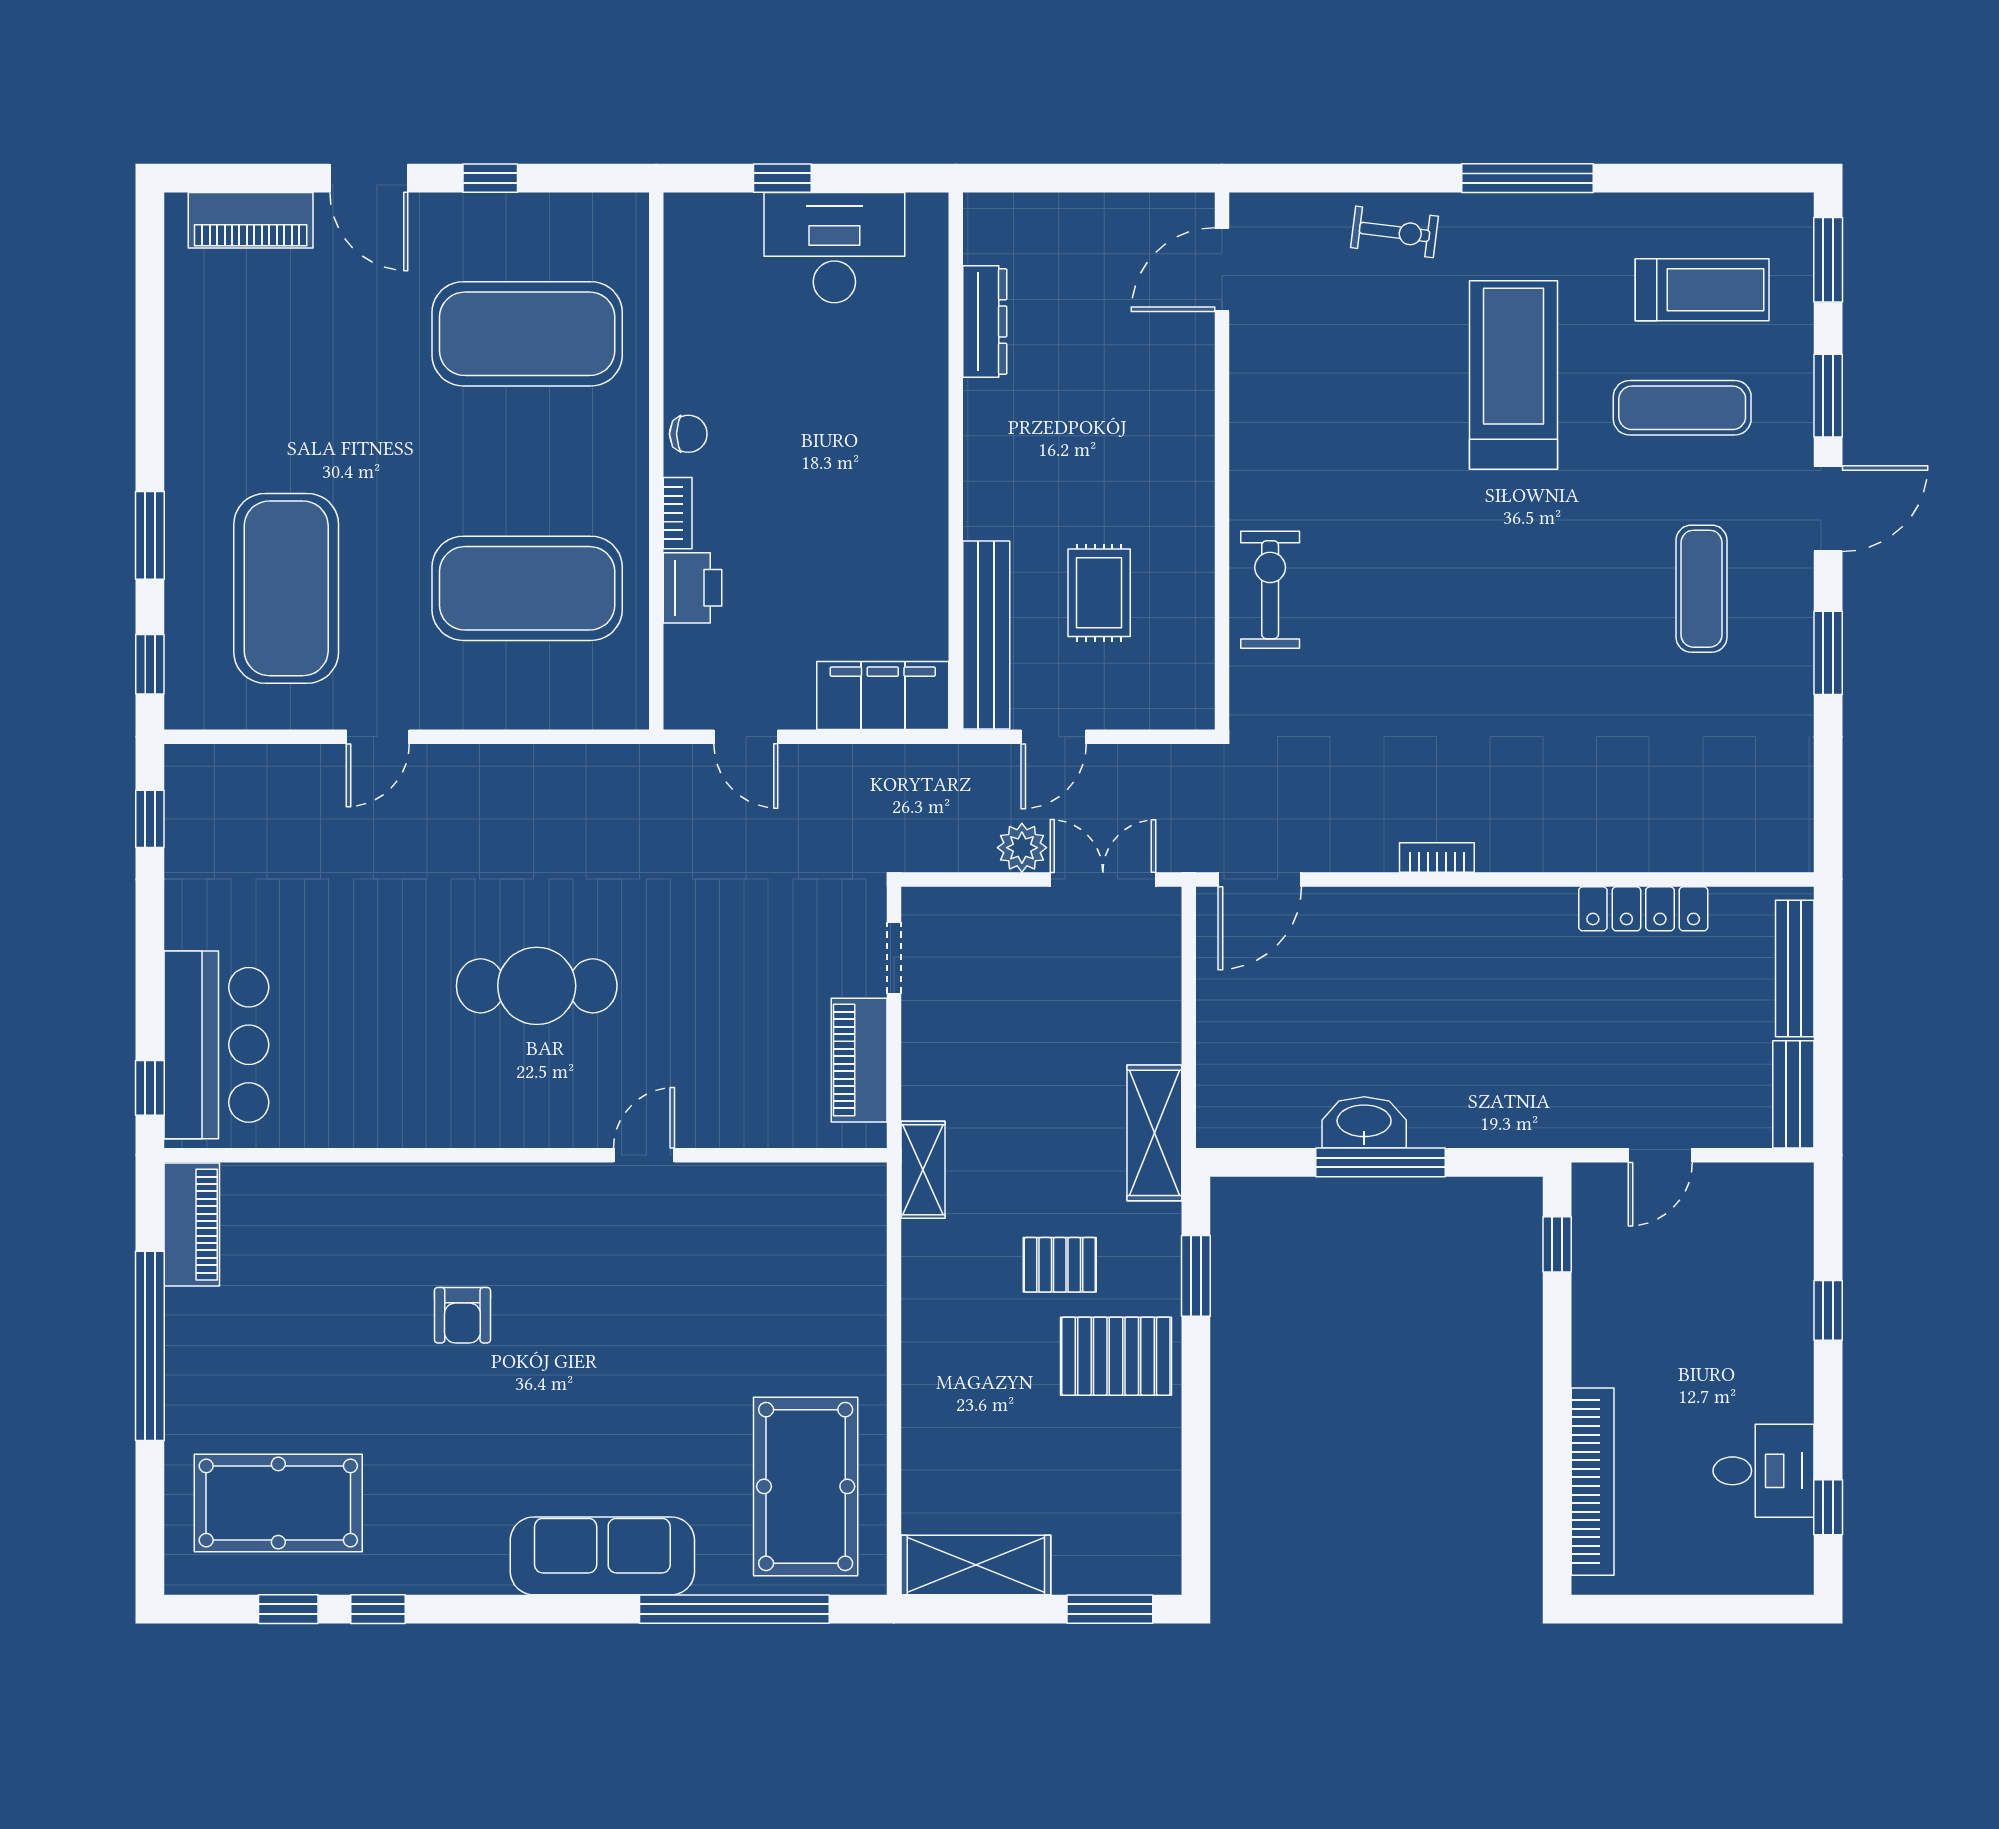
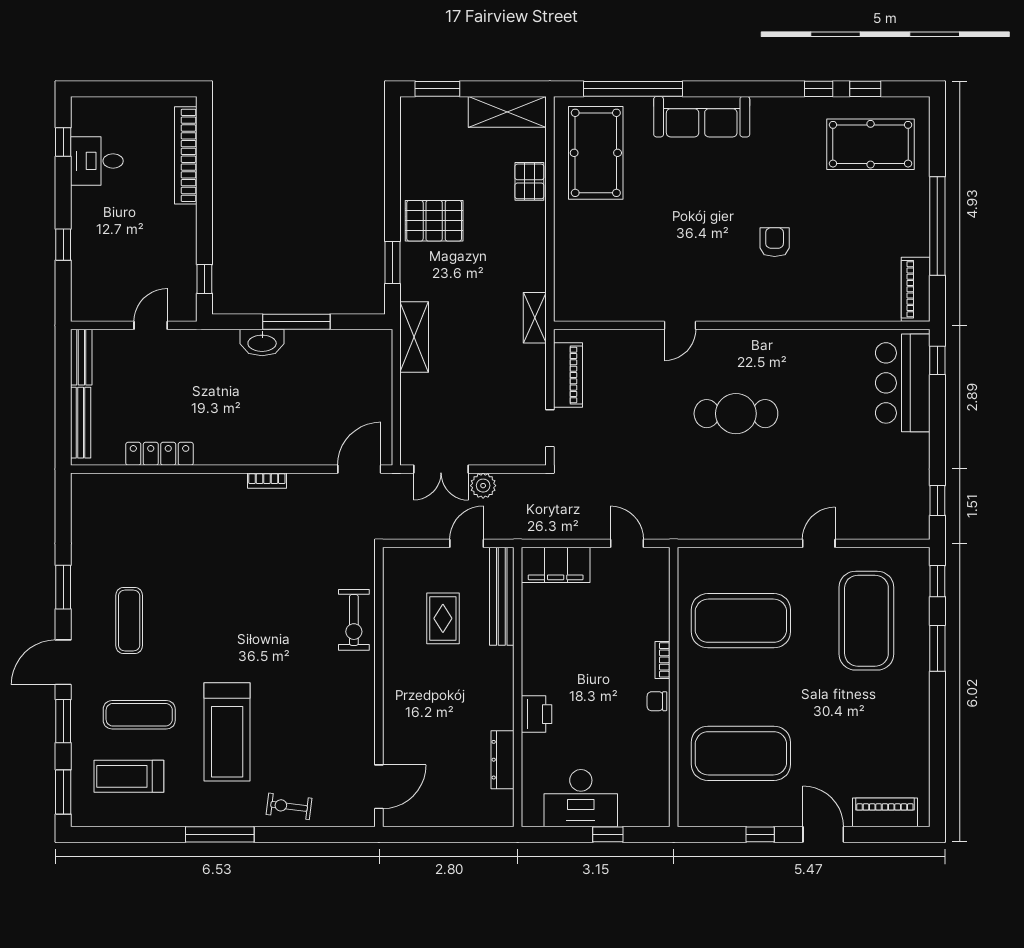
printer: (693, 588) -> (537, 714), moved, turned 180
washbasin: (1364, 1122) -> (262, 342), moved
pallet: (1060, 1265) -> (529, 181), moved, turned 90

